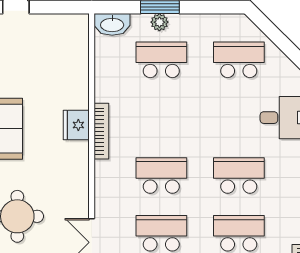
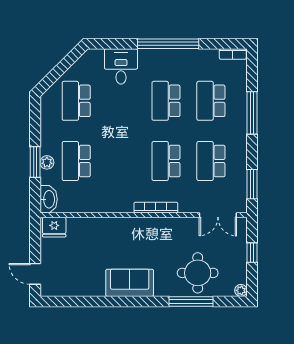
fridge: (76, 125) -> (54, 227), moved
bookcase: (101, 131) -> (156, 208), moved

